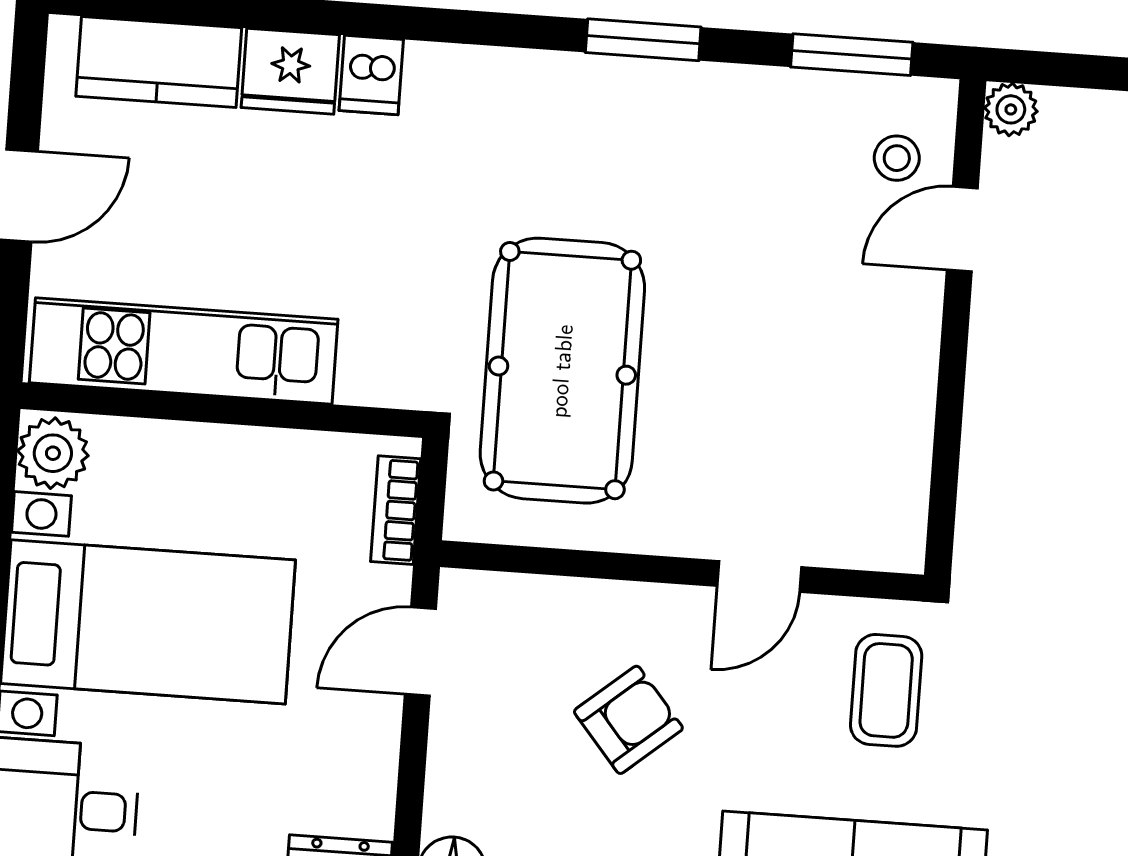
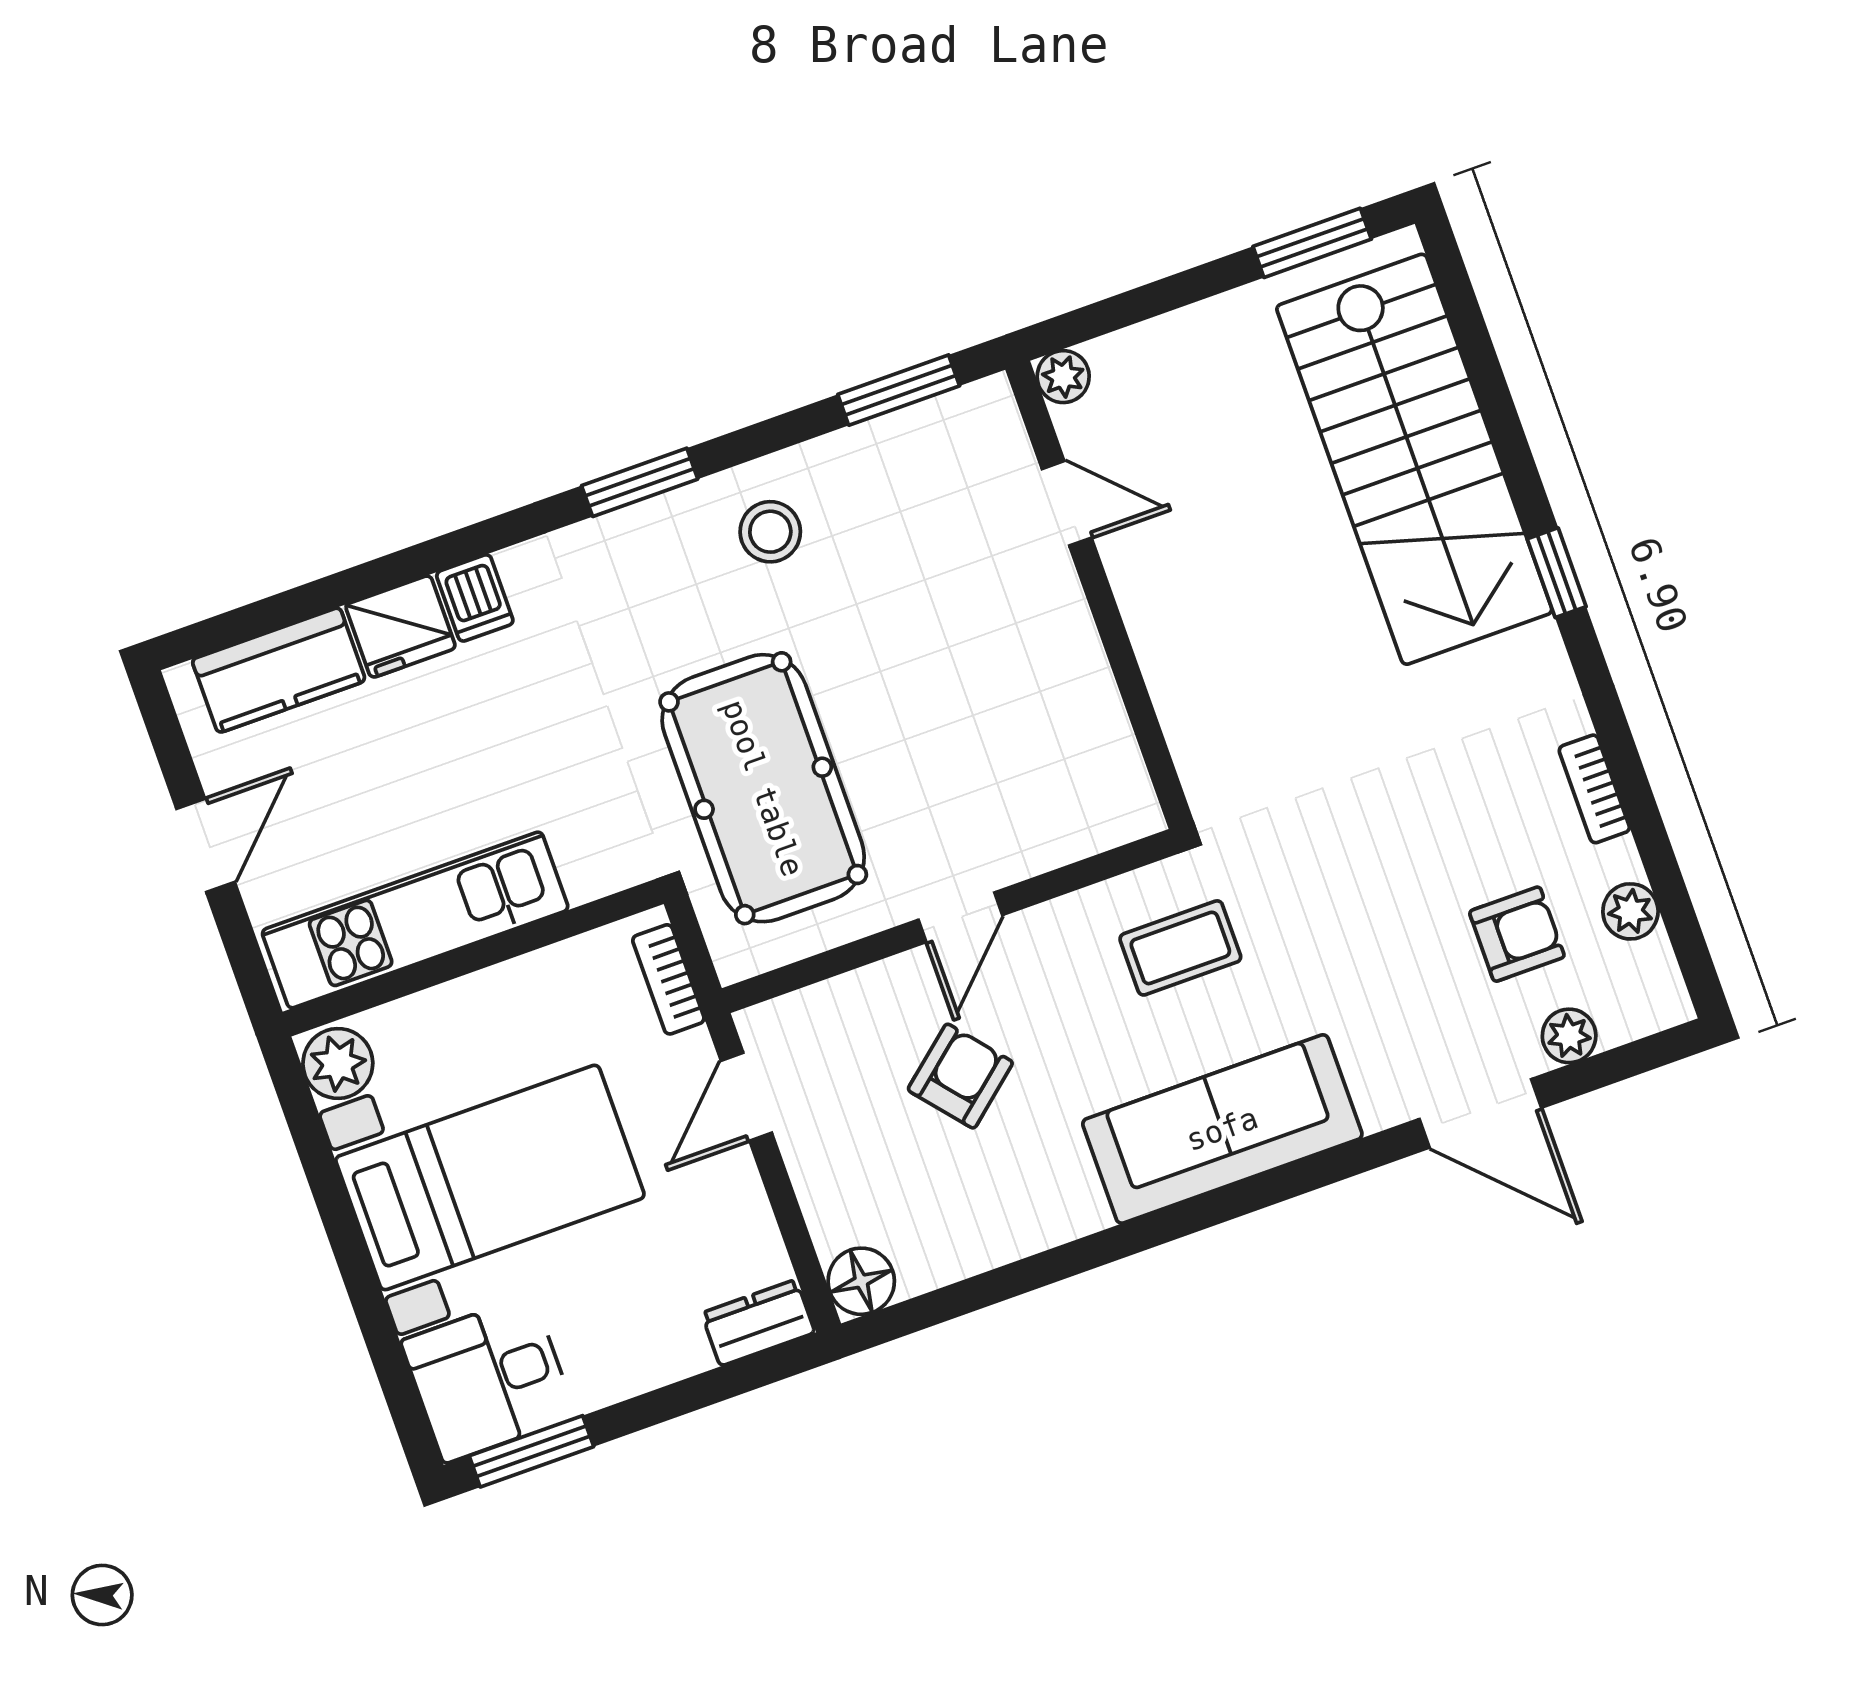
window: (643, 40) -> (640, 482), moved
stool: (897, 158) -> (770, 532), moved, width x1.37, depth x1.37
door: (962, 229) -> (1067, 503), swing flipped
door: (759, 576) -> (960, 917), moved
coffee table: (886, 690) -> (1180, 948), turned 90

